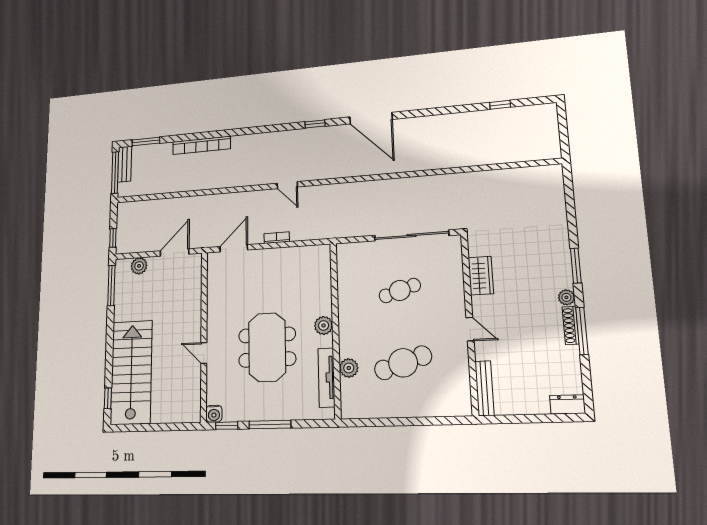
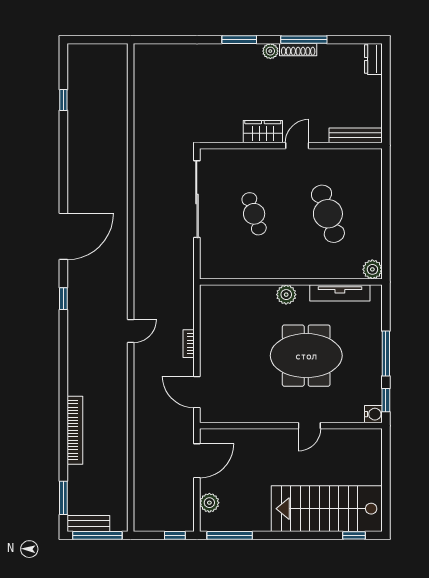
door: (175, 253) -> (197, 461), swing flipped
wardrobe: (481, 276) -> (263, 132), moved
plant: (349, 368) -> (372, 269), moved

